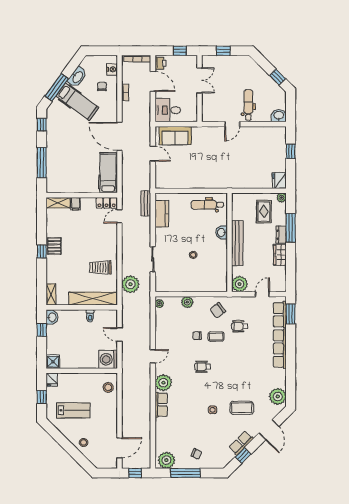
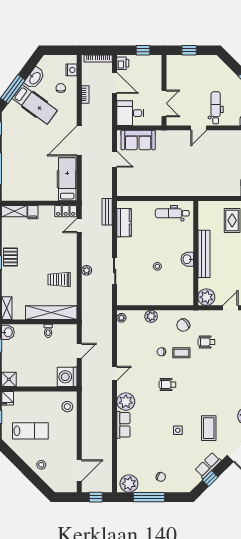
double door: (199, 80) -> (164, 103), moved
door: (119, 136) -> (79, 141), hinge flipped
washbasin: (222, 232) -> (187, 259), moved
plant: (130, 284) -> (87, 270), moved, width x0.53, depth x0.53
door: (119, 335) -> (79, 351), swing flipped
coffee table: (242, 408) -> (209, 428), turned 90

